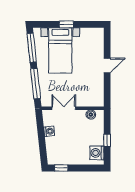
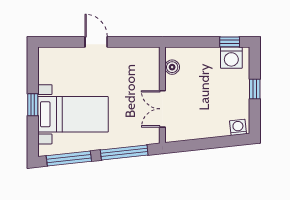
washing machine: (49, 131) -> (238, 127), moved
window: (107, 140) -> (230, 42), moved
window: (61, 168) -> (255, 89), moved

